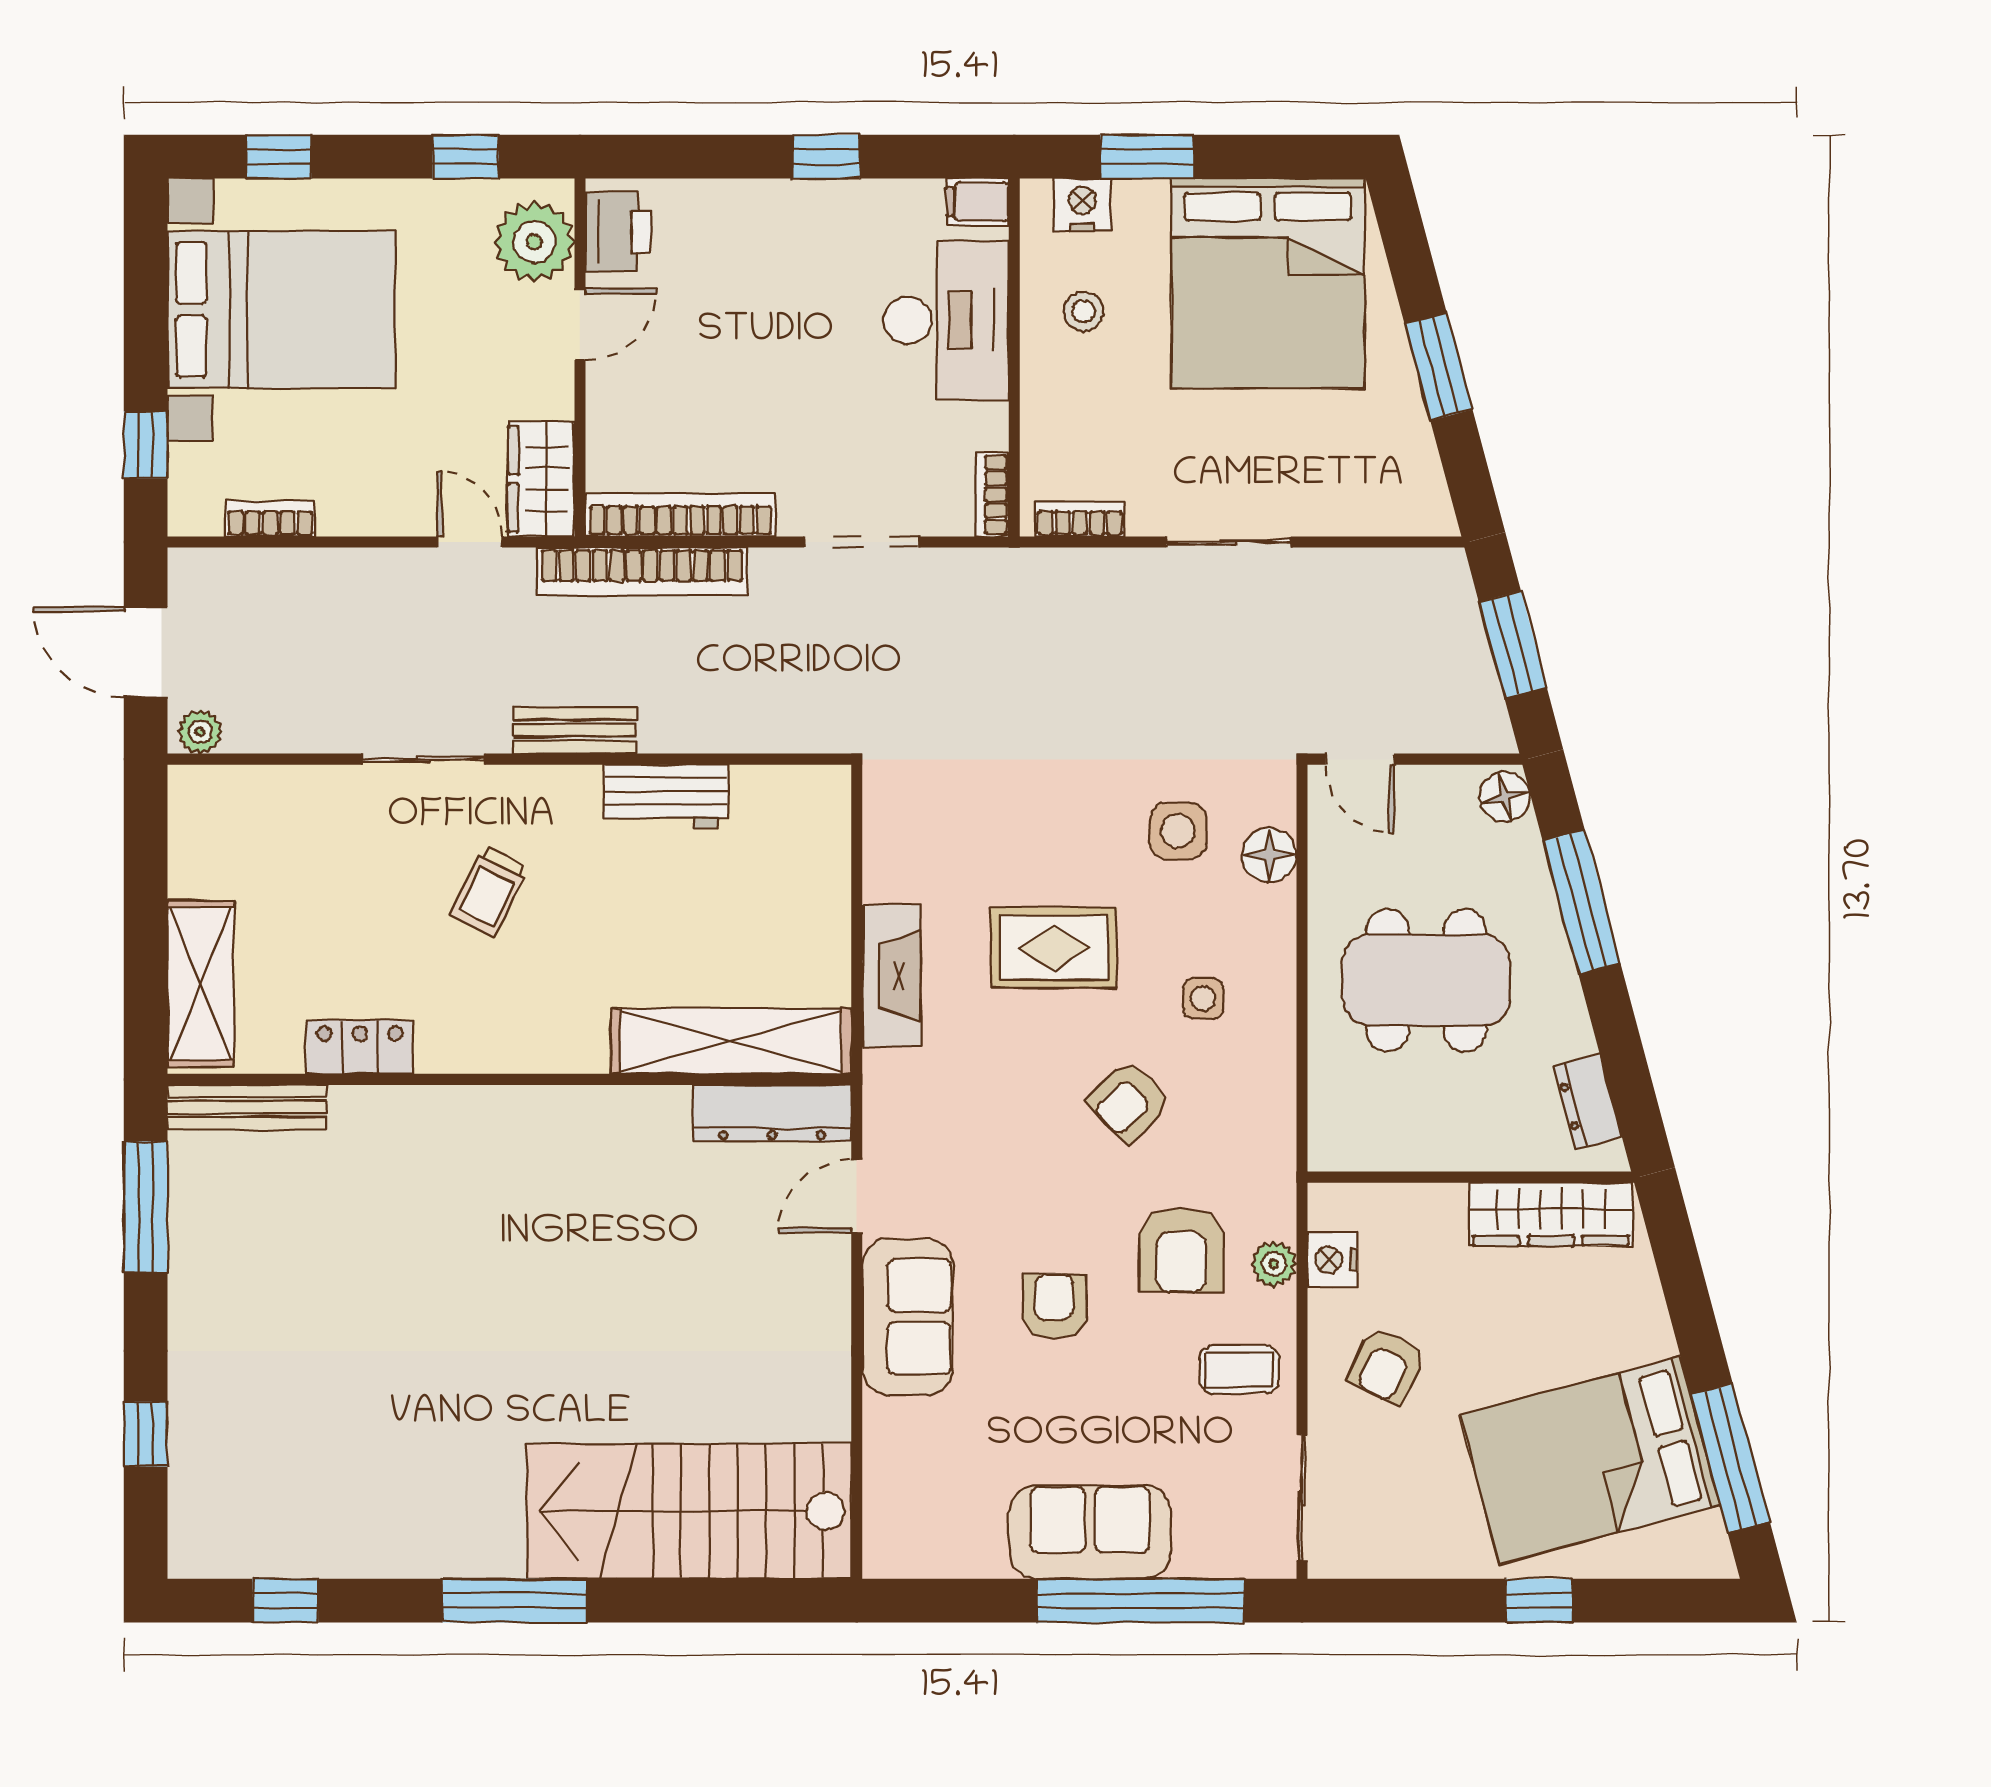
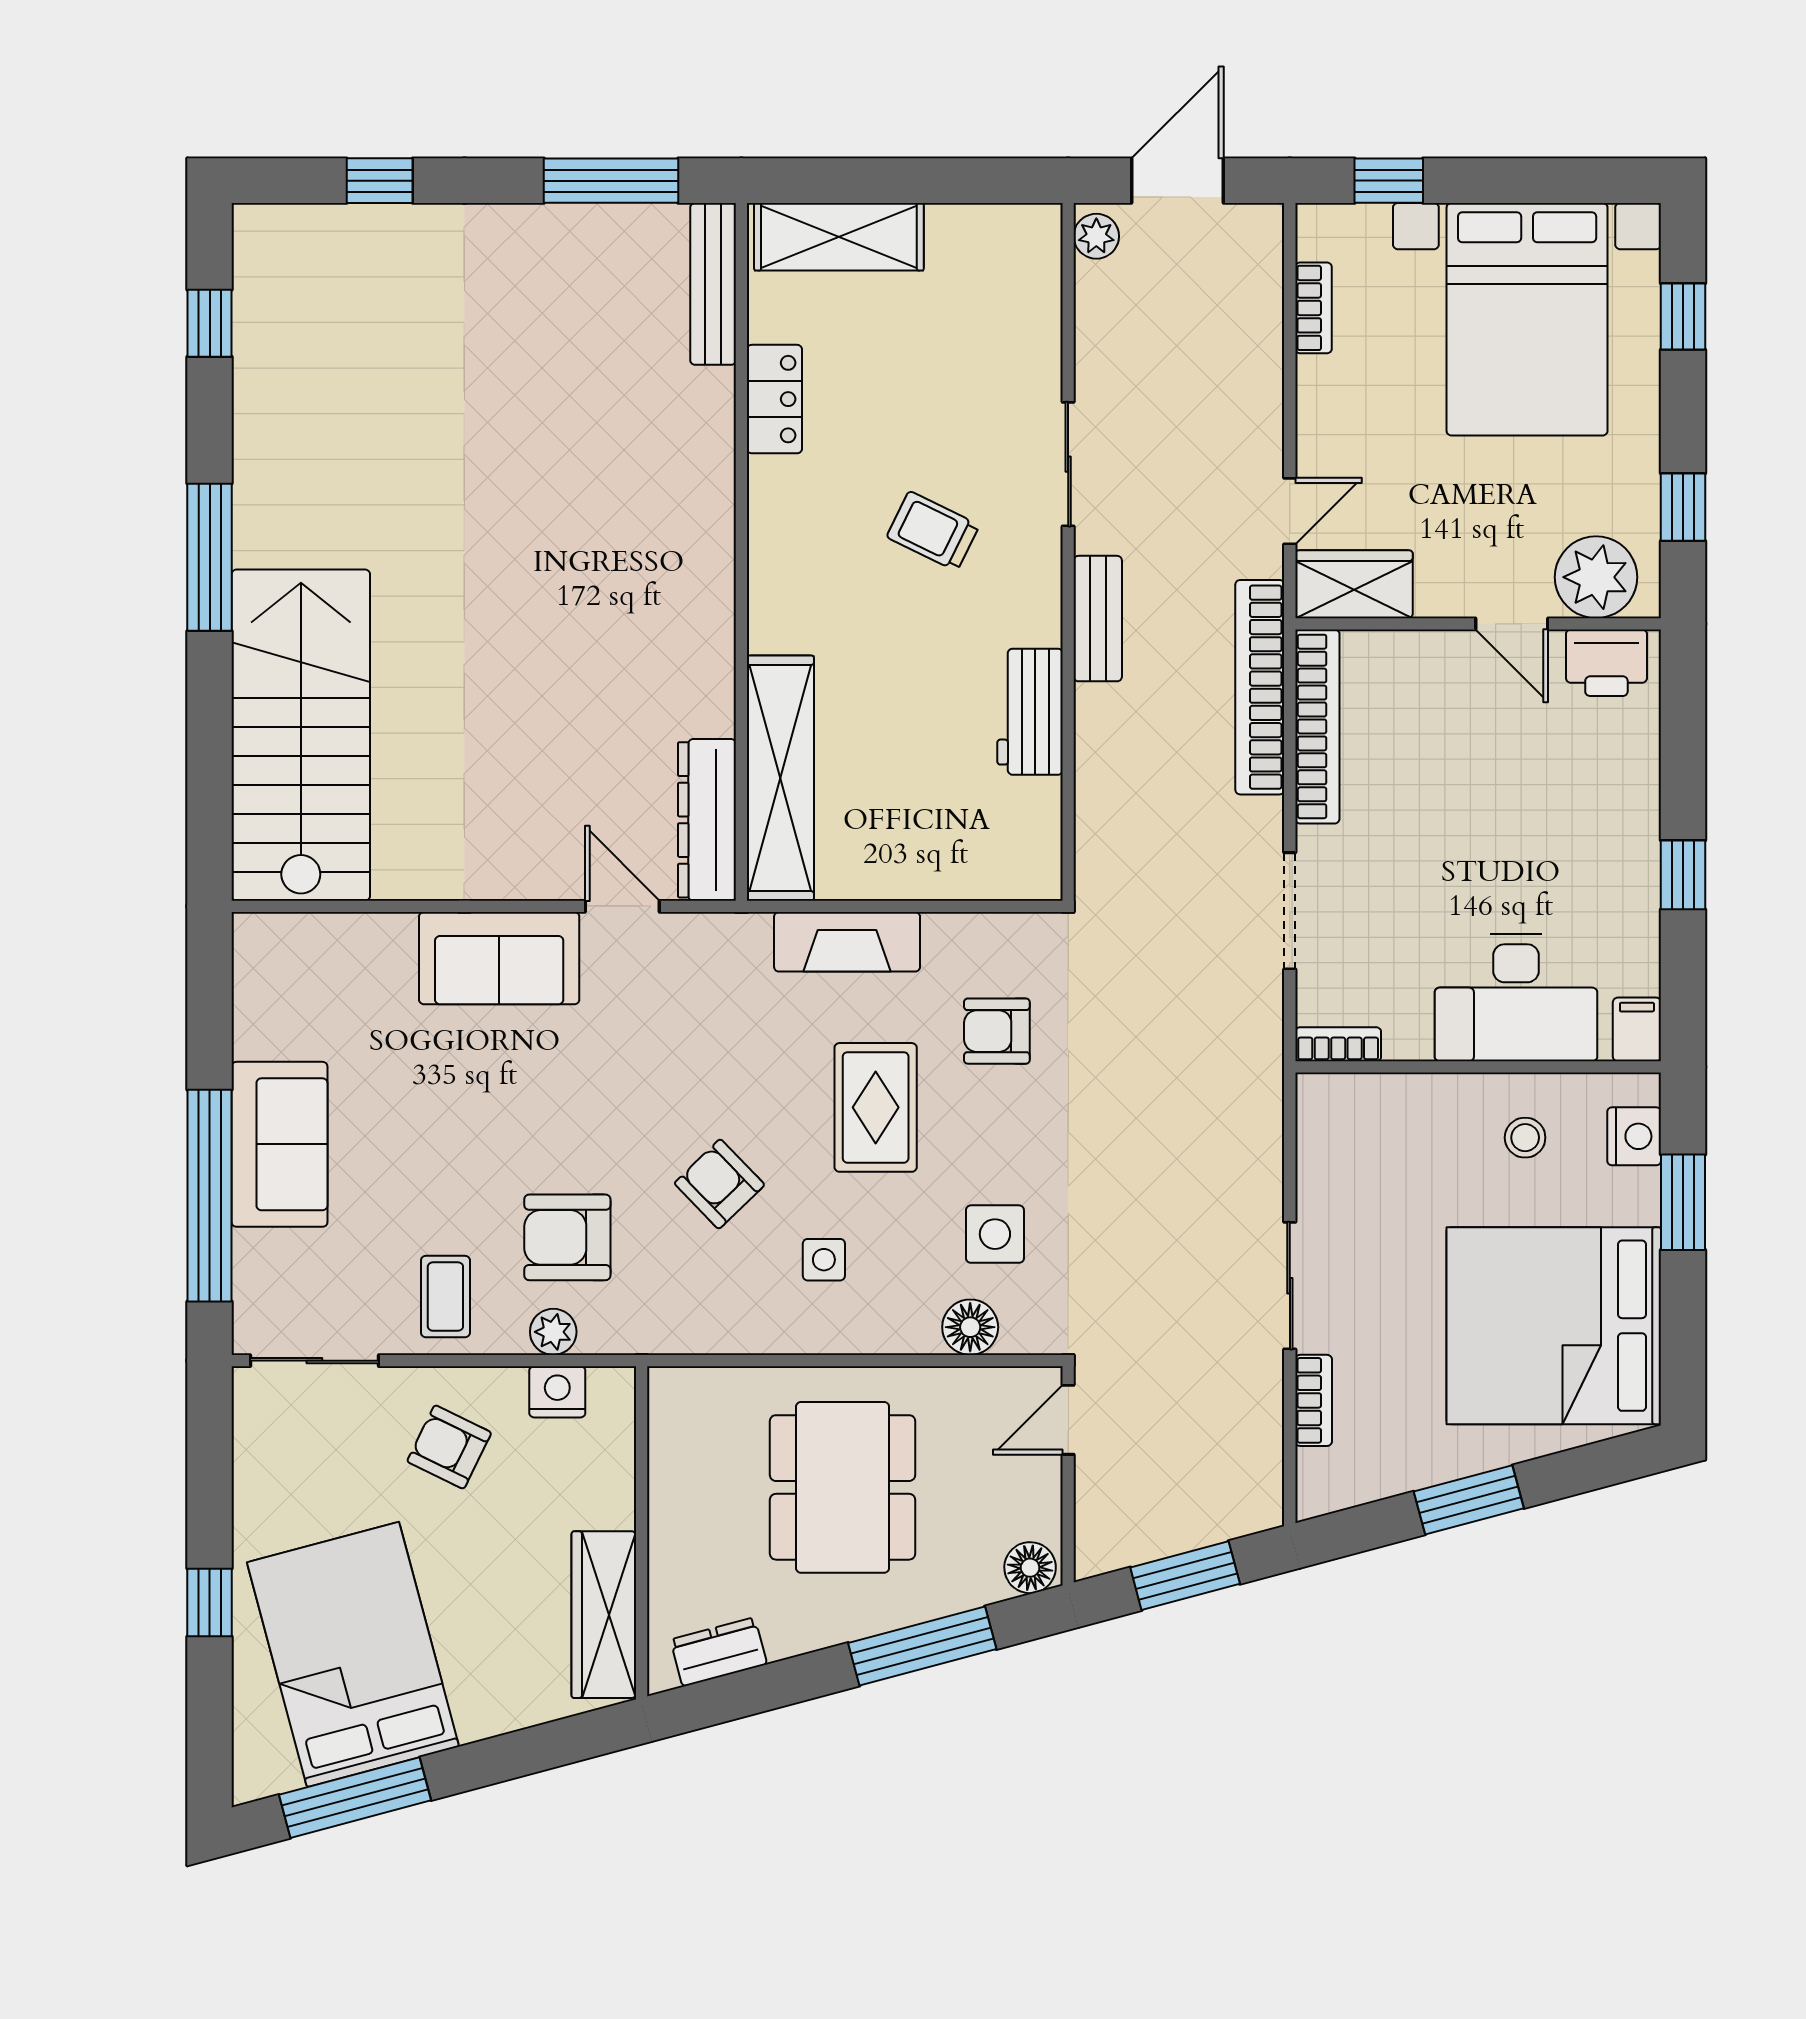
bookcase: (1080, 519) -> (1314, 1400), moved
armchair: (1054, 1306) -> (997, 1031), moved, turned 180

